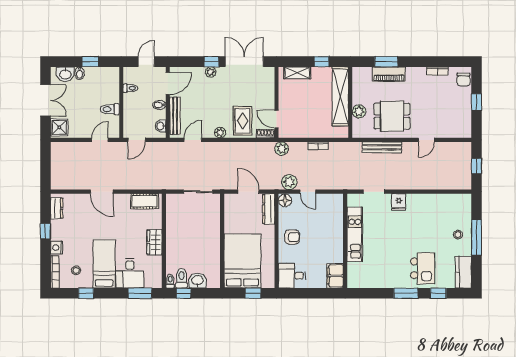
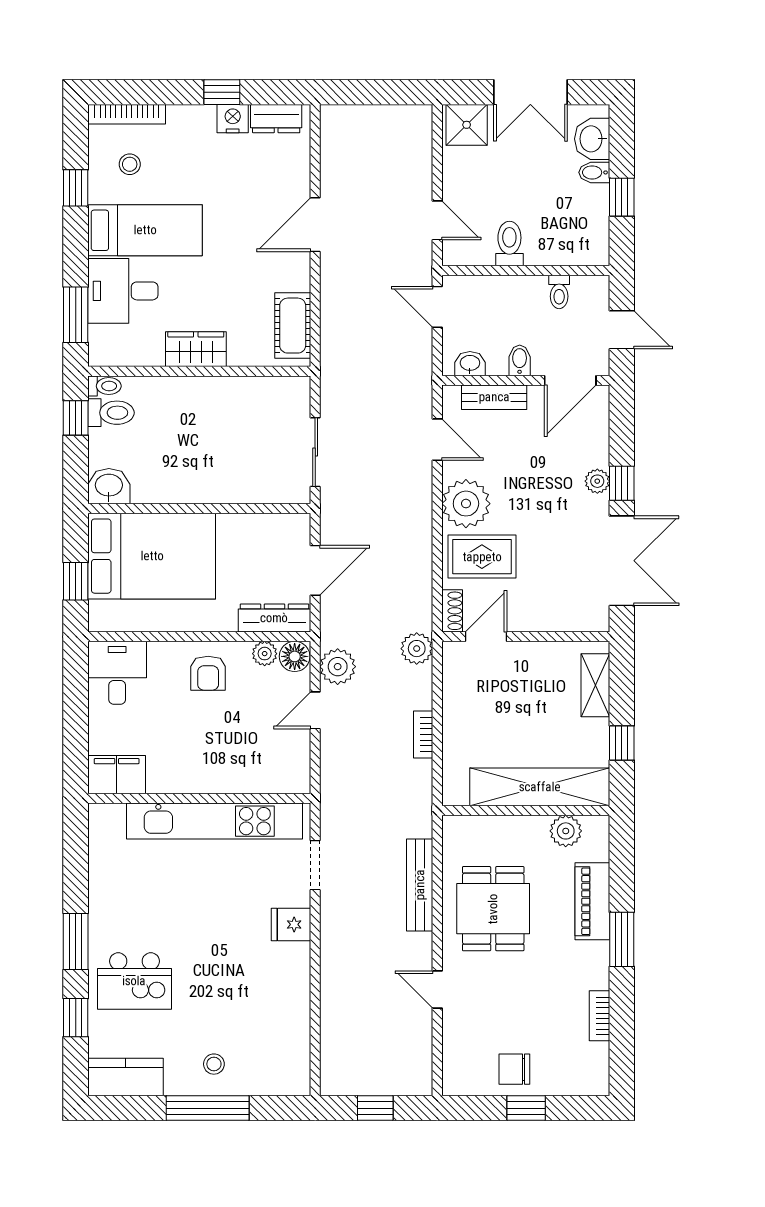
window: (386, 62) -> (622, 939), moved
chair: (464, 80) -> (514, 1069), moved
door: (168, 83) -> (570, 380), hinge flipped
plant: (359, 111) -> (566, 831), moved
bench: (175, 116) -> (494, 397), width x0.73
plant: (220, 132) -> (466, 504), width x1.88, depth x1.88
plant: (284, 213) -> (265, 654), added
kitchen unit: (355, 234) -> (215, 821), width x1.36
nightstand: (57, 248) -> (233, 119), moved
washbasin: (197, 281) -> (109, 486), moved, turned -90

